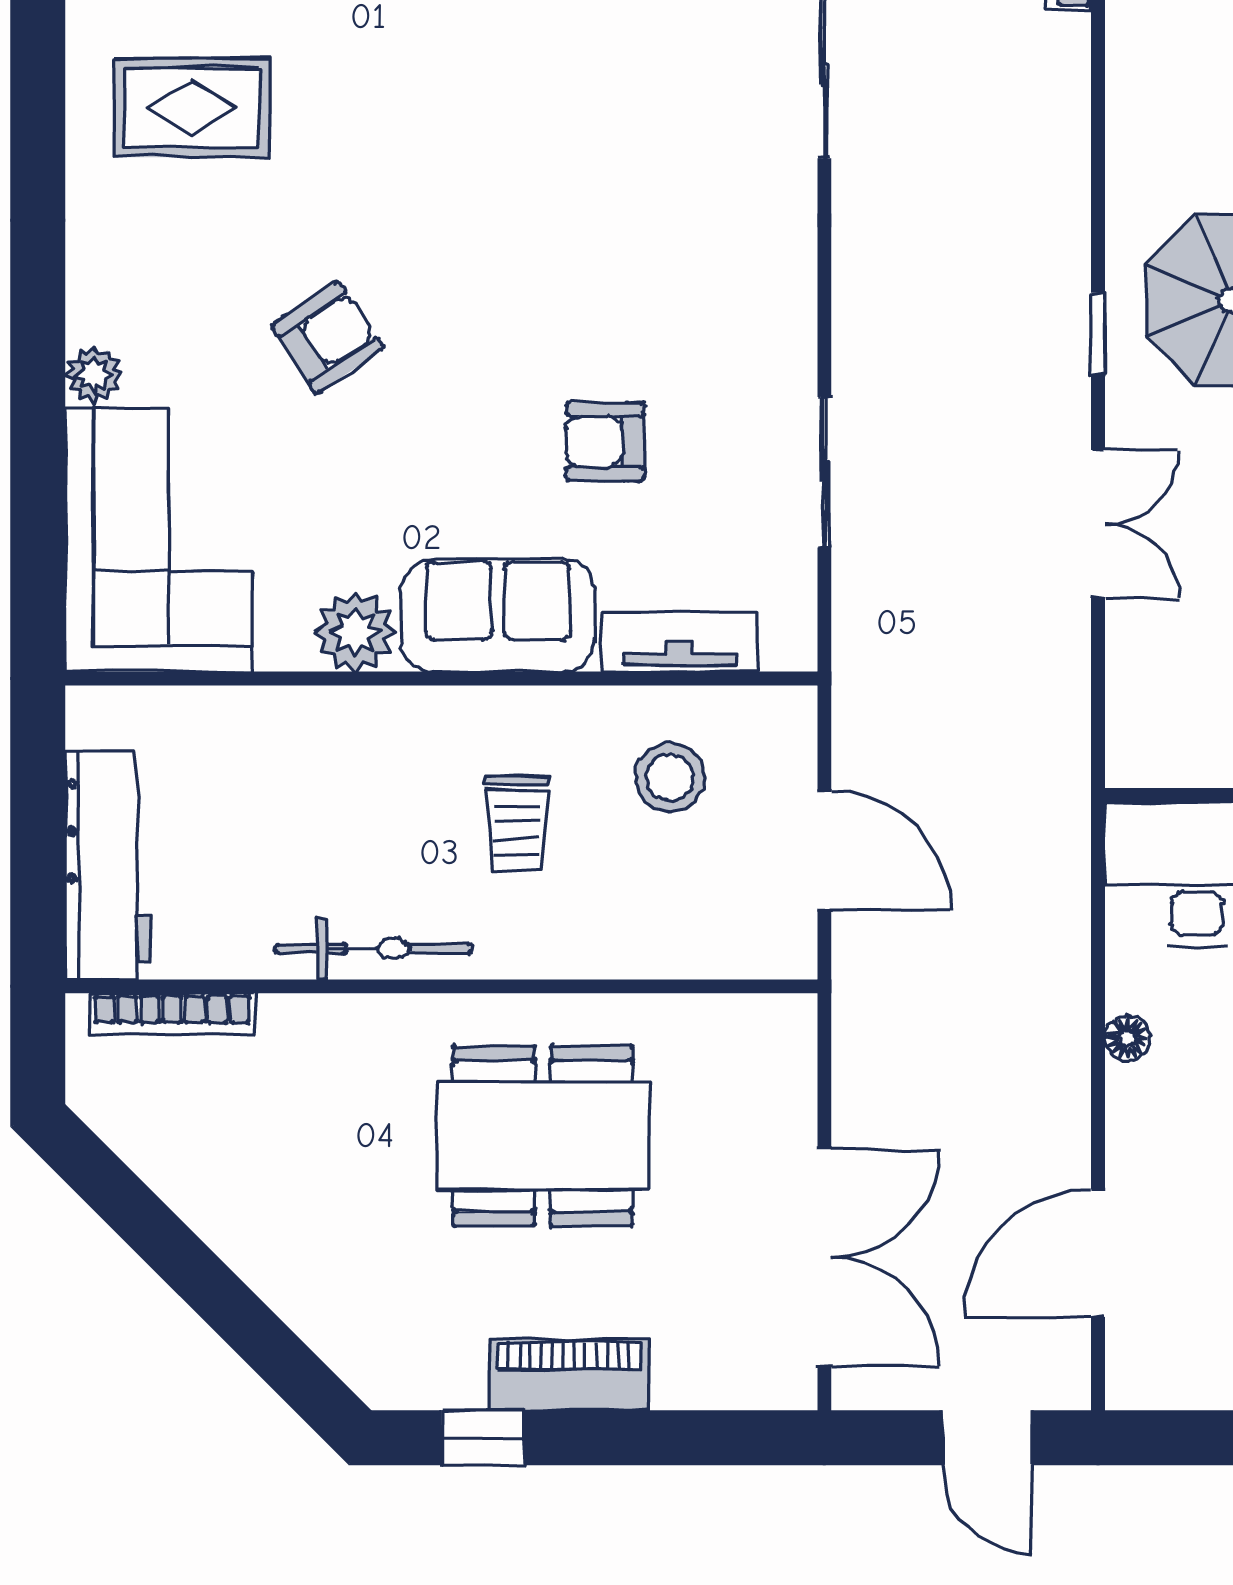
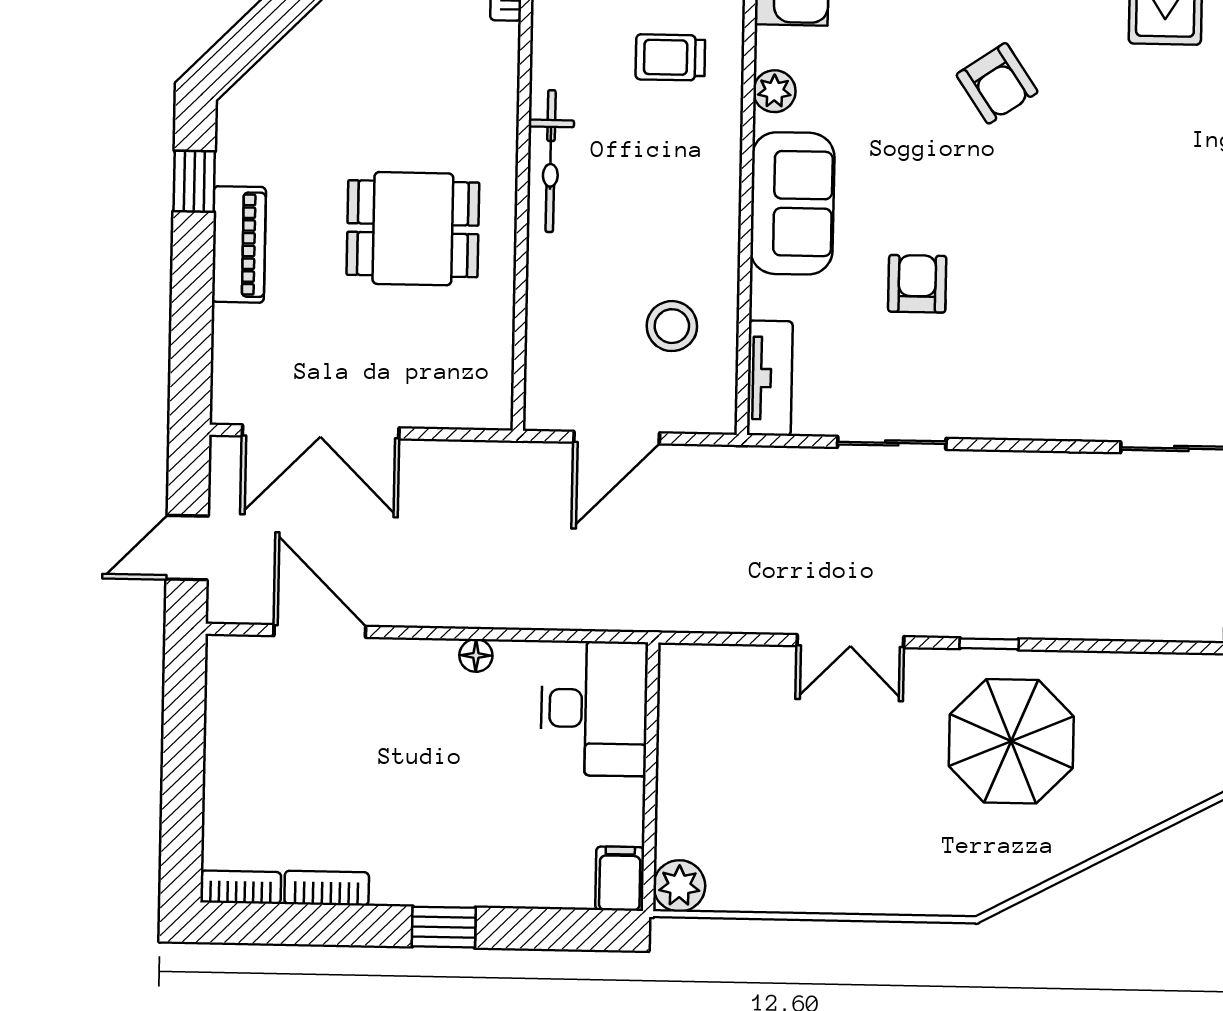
plant: (355, 632) -> (774, 91), width x0.73, depth x0.73
tv unit: (680, 642) -> (770, 378), moved
trolley: (517, 824) -> (670, 57), moved
bicycle: (373, 949) -> (551, 161), moved
dining table: (543, 1136) -> (413, 229), width x0.73

